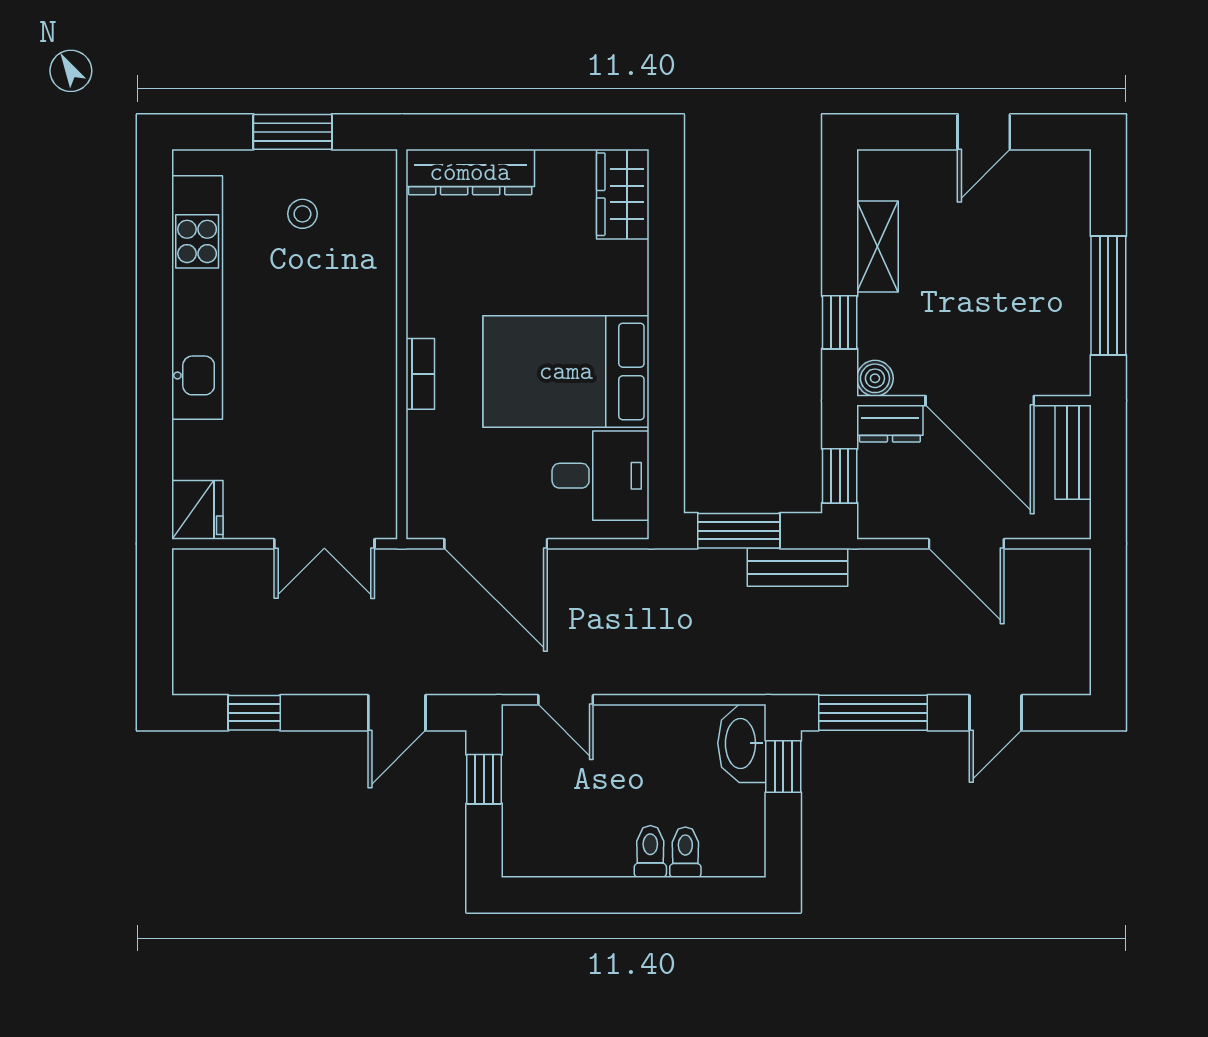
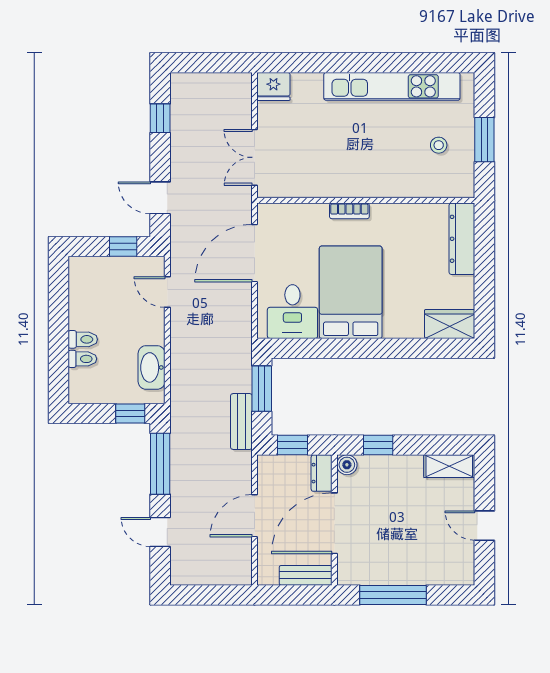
shelving: (877, 246) -> (449, 466), moved
door: (566, 700) -> (167, 292), hinge flipped
washbasin: (742, 743) -> (152, 367), moved, turned -90

